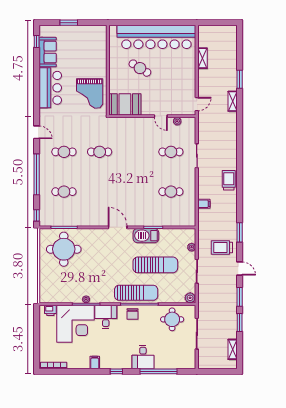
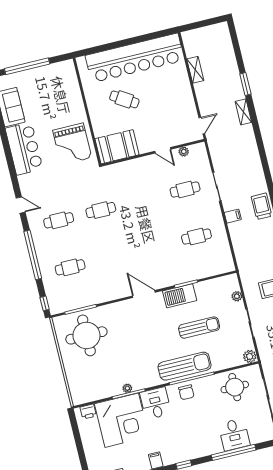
window: (69, 23) -> (27, 66), width x2.11
filing cabinet: (204, 204) -> (233, 216), moved
sun lounger: (155, 265) -> (199, 328), width x0.73, depth x0.75
desk: (143, 357) -> (234, 434), moved

